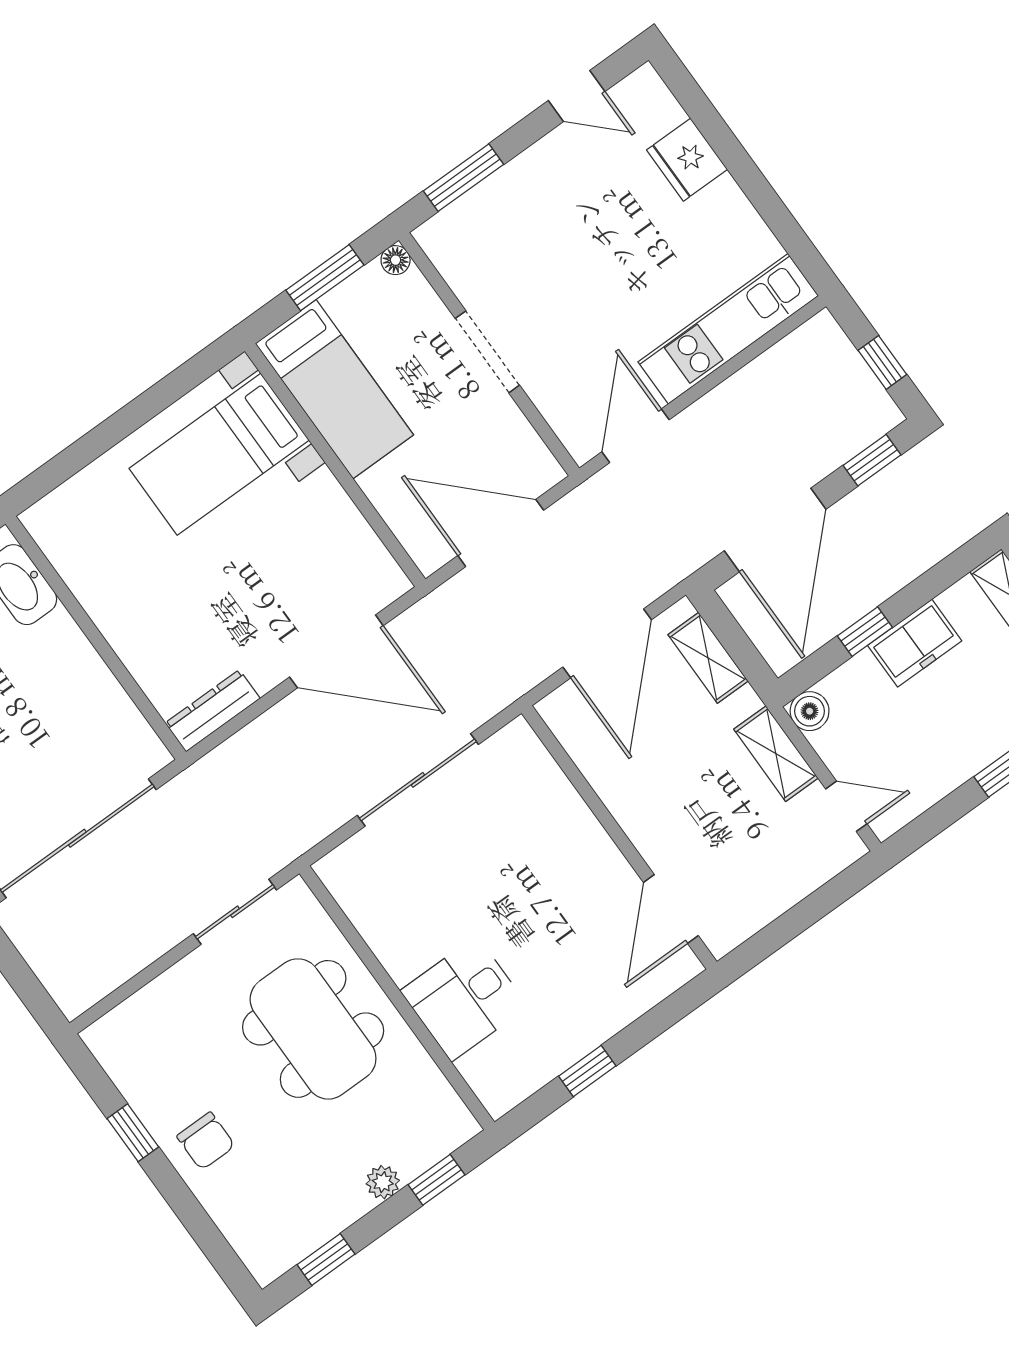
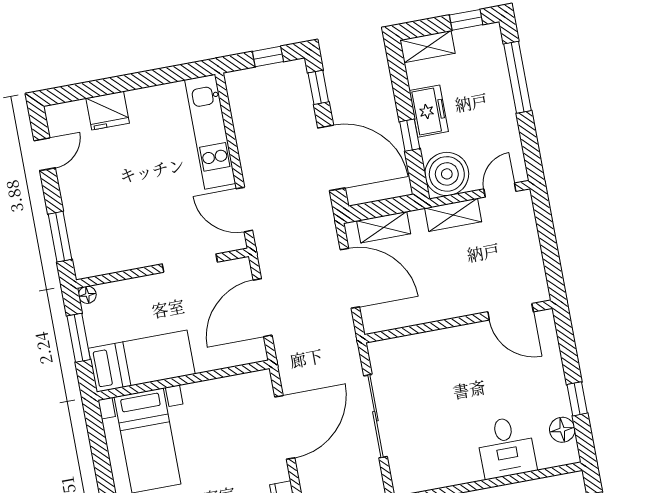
doorway: (487, 352) -> (190, 263), moved
boiler: (810, 711) -> (447, 174), width x1.86, depth x1.86
floor lamp: (530, 1071) -> (562, 430), added

